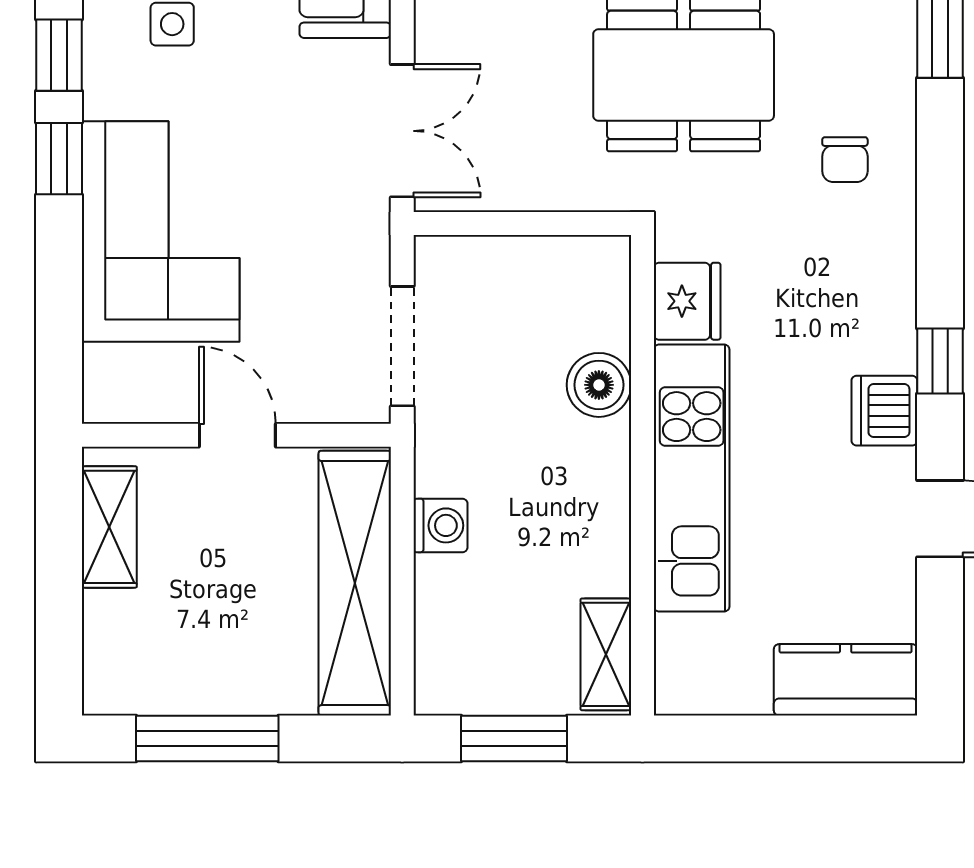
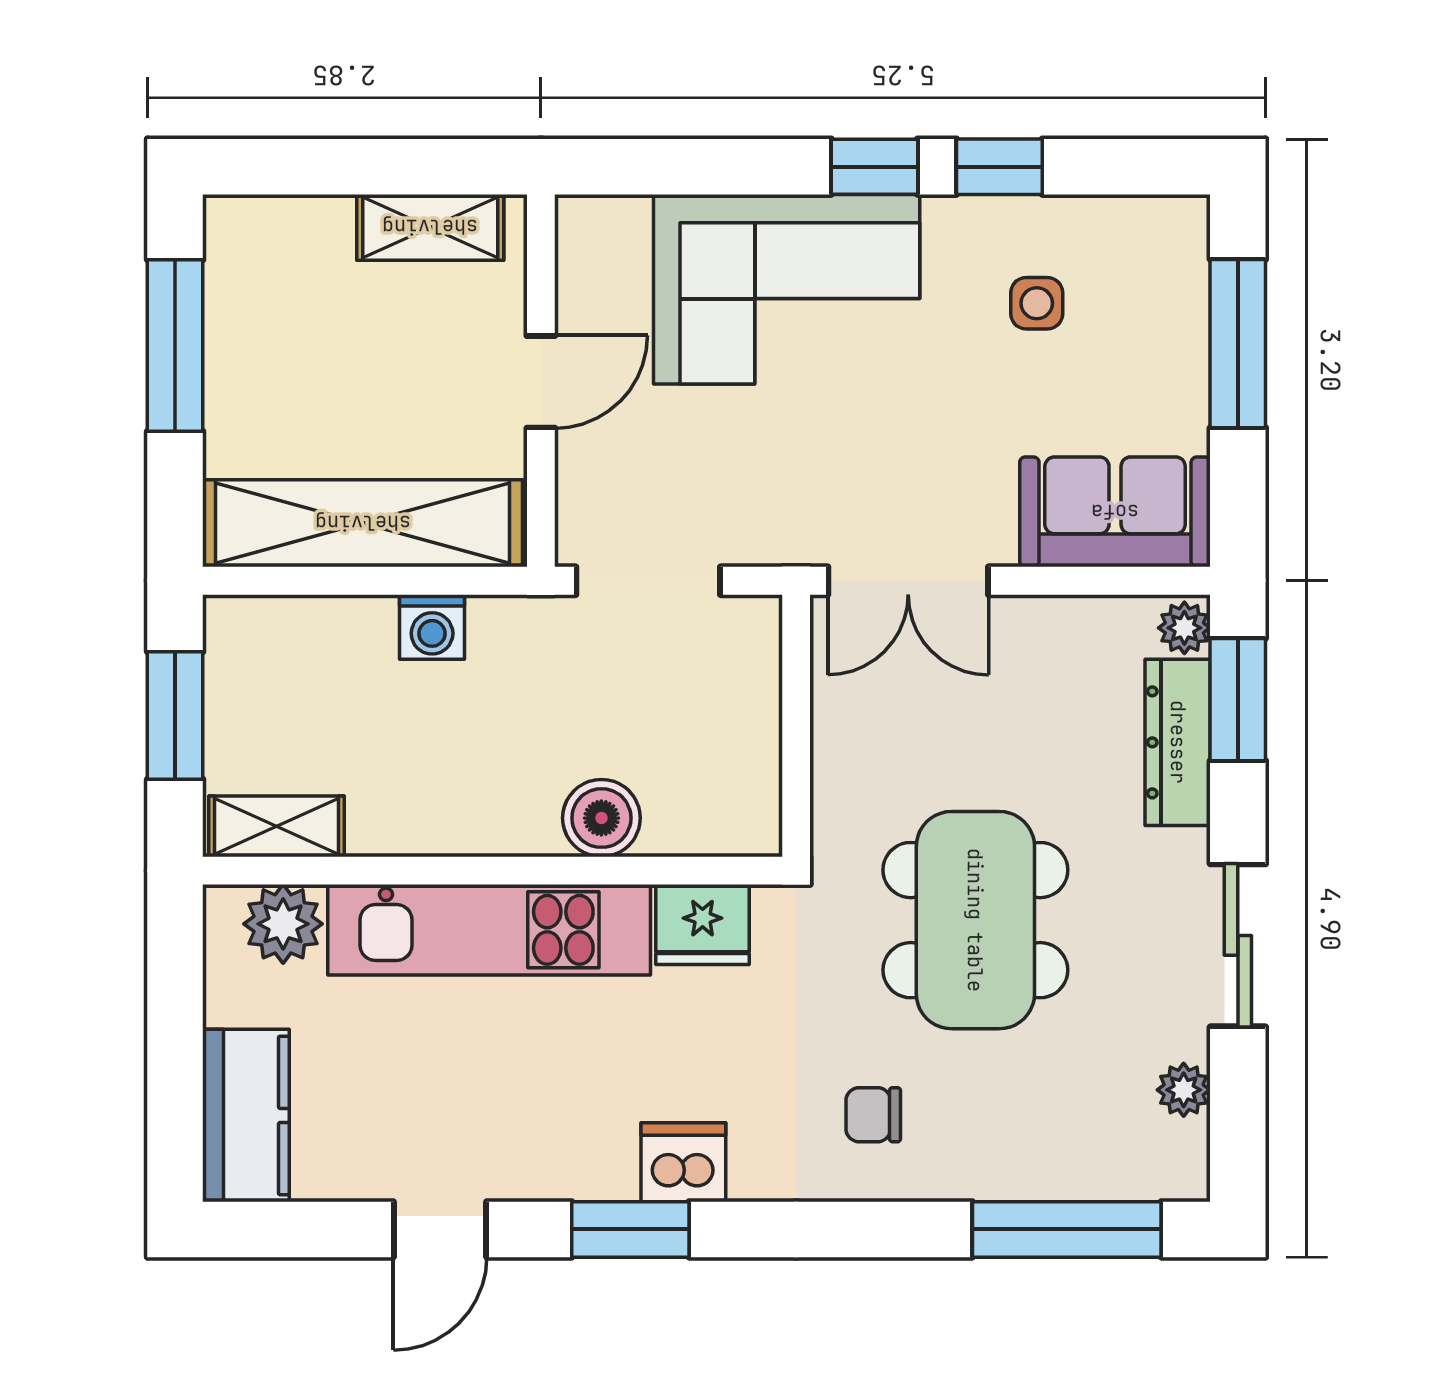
window: (940, 361) -> (630, 1229), width x1.50
dishwasher: (884, 411) -> (683, 1162), moved
plant: (687, 649) -> (283, 924), added

